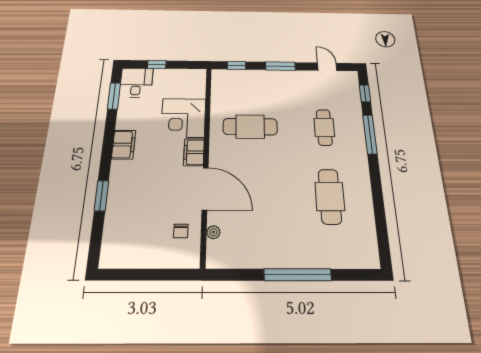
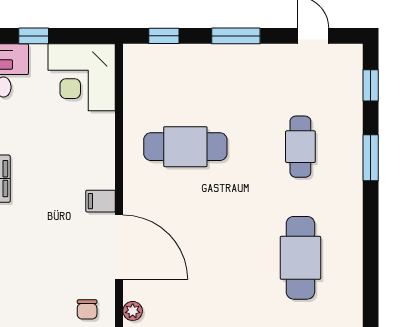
corner desk: (183, 118) -> (82, 77), moved
window: (370, 134) -> (371, 158), width x0.69
filing cabinet: (194, 152) -> (101, 201), width x0.50

